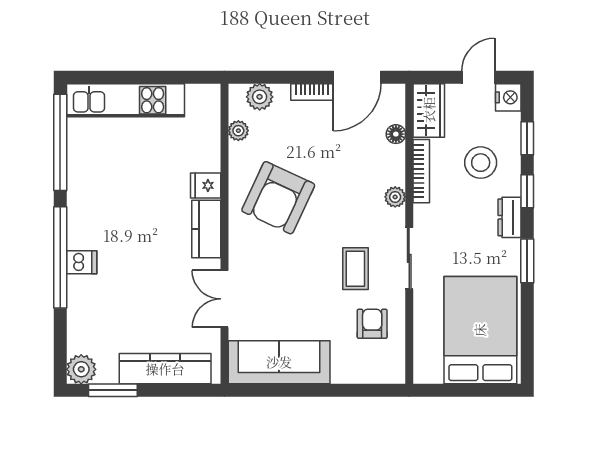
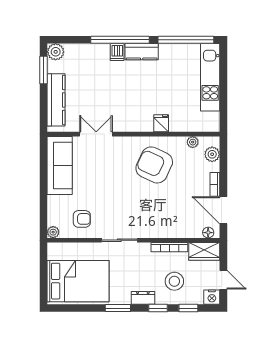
floor lamp: (396, 134) -> (208, 233), moved
plant: (395, 197) -> (53, 232), moved
kitchen counter: (206, 229) -> (142, 52), moved, turned 180
coffee table: (355, 269) -> (113, 209), removed

